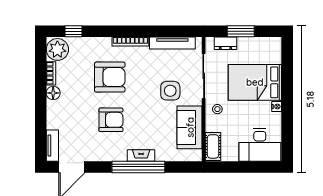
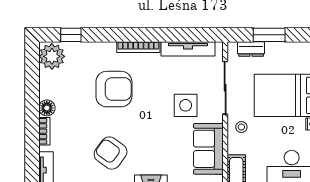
bookcase: (51, 73) -> (44, 131), moved
armchair: (111, 120) -> (111, 153), moved, turned -144

